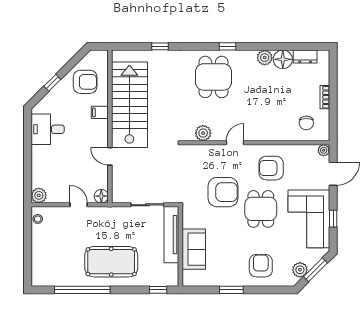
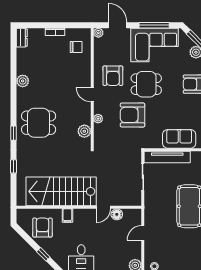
window: (227, 46) -> (14, 133), moved
dresser: (305, 57) -> (22, 38), moved
floor lamp: (283, 59) -> (24, 66), removed
door: (235, 143) -> (92, 95), moved
plant: (218, 150) -> (98, 119), added
armchair: (223, 192) -> (133, 115), turned -90
floor lamp: (101, 196) -> (117, 214), moved
window: (333, 219) -> (154, 25), width x2.17

